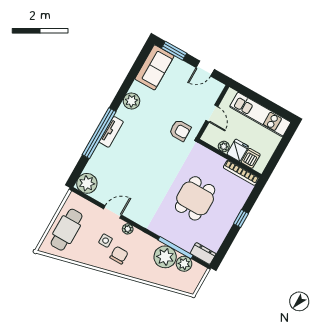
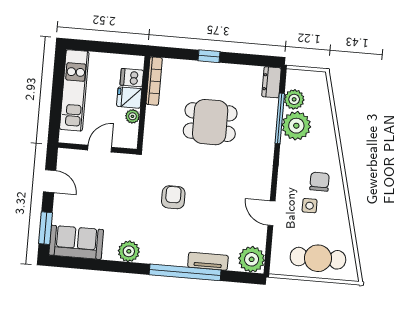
armchair: (180, 130) -> (173, 197), moved
tv unit: (111, 132) -> (208, 261), moved
plant: (128, 229) -> (283, 186), removed
chair: (119, 255) -> (320, 182), turned 90

